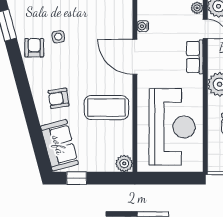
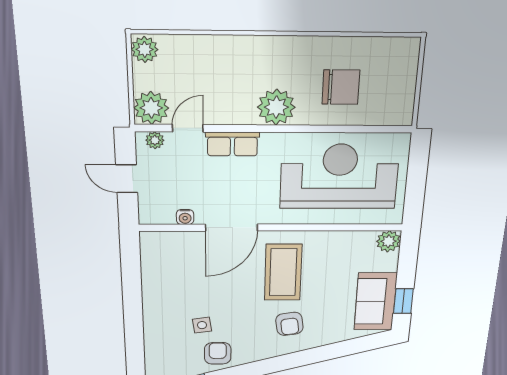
armchair: (34, 48) -> (218, 353), turned 90
coffee table: (106, 108) -> (283, 272), moved
sofa: (59, 145) -> (375, 301), moved, turned -75

